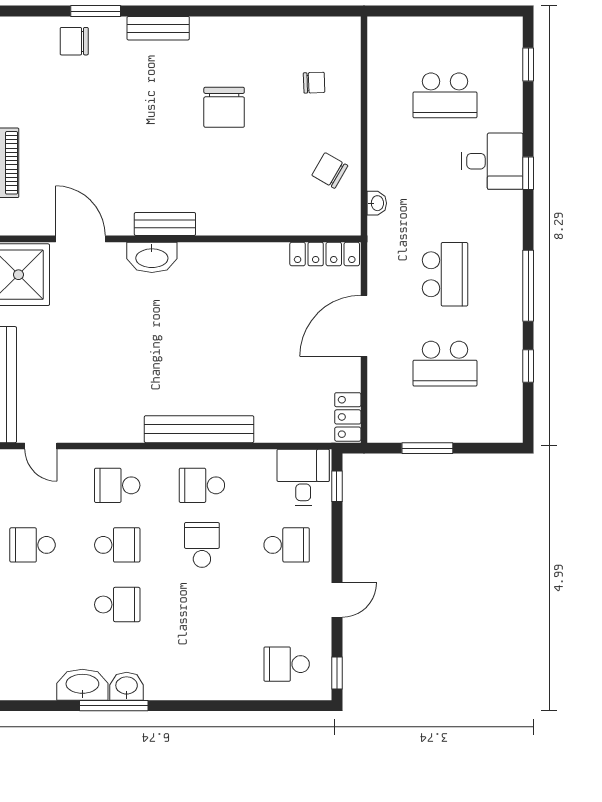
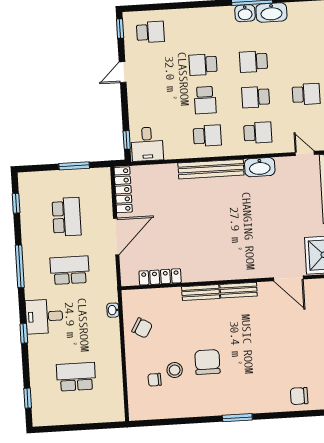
window: (96, 11) -> (237, 418), moved
bench: (158, 28) -> (201, 293), moved
chair: (74, 41) -> (299, 396), turned 180
stool: (280, 97) -> (175, 370), added
desk: (492, 161) -> (44, 316), moved
locker: (325, 254) -> (160, 277), moved
washbasin: (152, 257) -> (260, 167), moved, turned 180
school desk: (445, 274) -> (70, 270), turned 90
school desk: (445, 364) -> (67, 217), turned 90
window: (528, 366) -> (16, 203), moved
locker: (348, 417) -> (123, 190), width x1.53
school desk: (287, 545) -> (203, 65), moved

